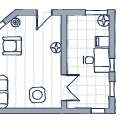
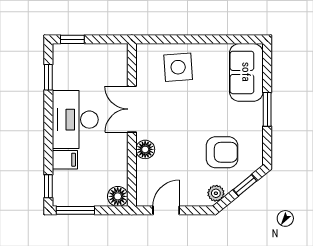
floor lamp: (104, 21) -> (118, 196), moved
desk: (97, 60) -> (75, 120), width x1.37
window: (112, 65) -> (48, 186), moved
double door: (64, 88) -> (132, 109), moved

